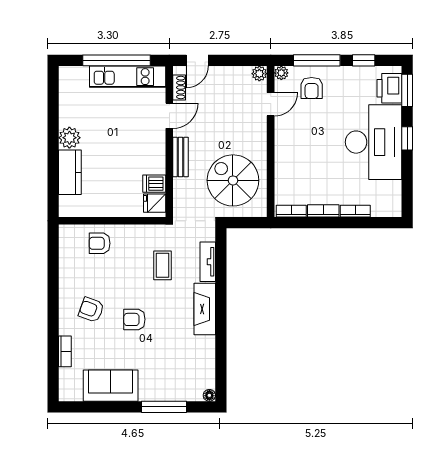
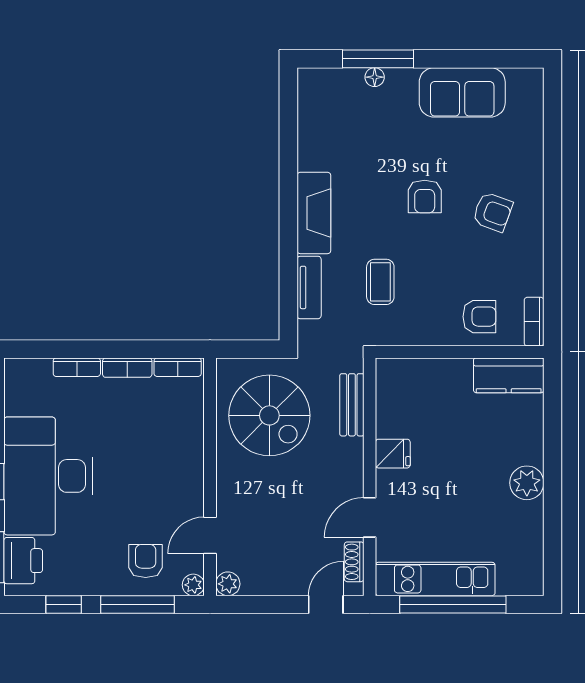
bench: (181, 157) -> (352, 405), moved
kitchen counter: (70, 172) -> (509, 375), moved, turned -90
dishwasher: (154, 184) -> (393, 410), removed
fridge: (155, 203) -> (393, 454), moved
armchair: (134, 319) -> (425, 197), turned 90
bookcase: (65, 351) -> (534, 322), moved
floor lamp: (209, 395) -> (375, 77), moved

